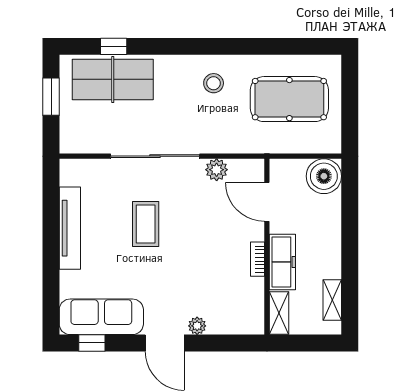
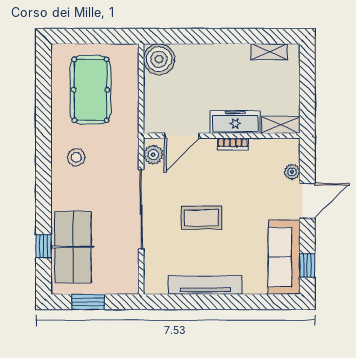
door: (267, 202) -> (182, 136), moved
wall: (267, 247) -> (222, 136), moved
bookcase: (258, 259) -> (233, 144), moved
freezer: (282, 262) -> (235, 122), moved
shelving: (279, 313) -> (281, 125), moved

